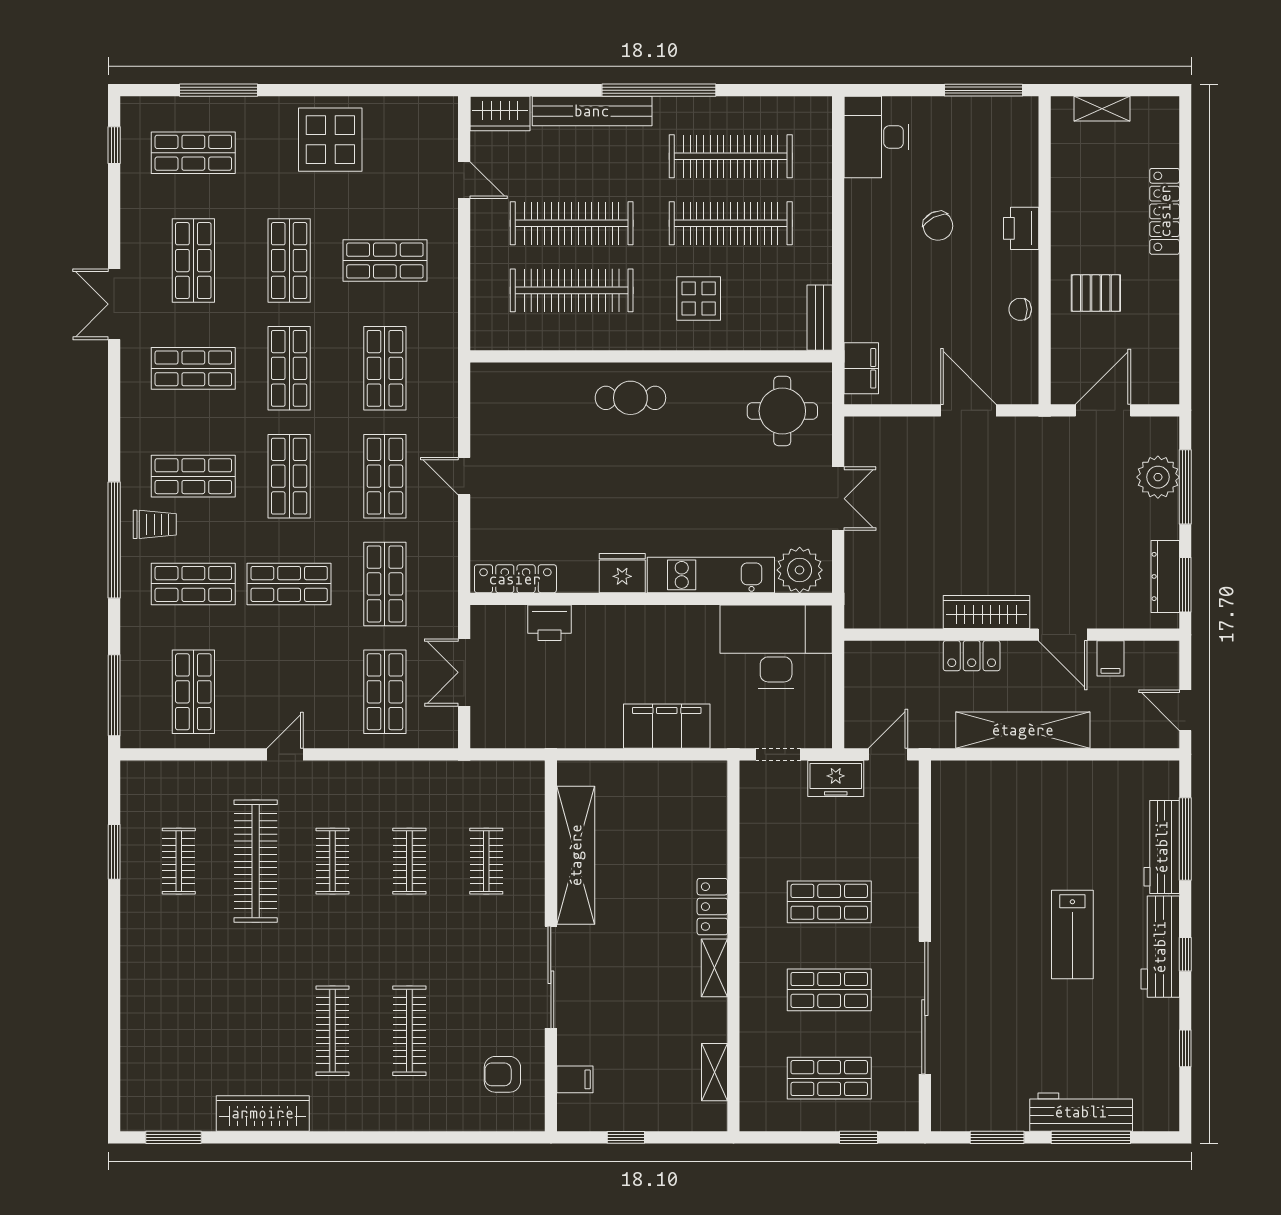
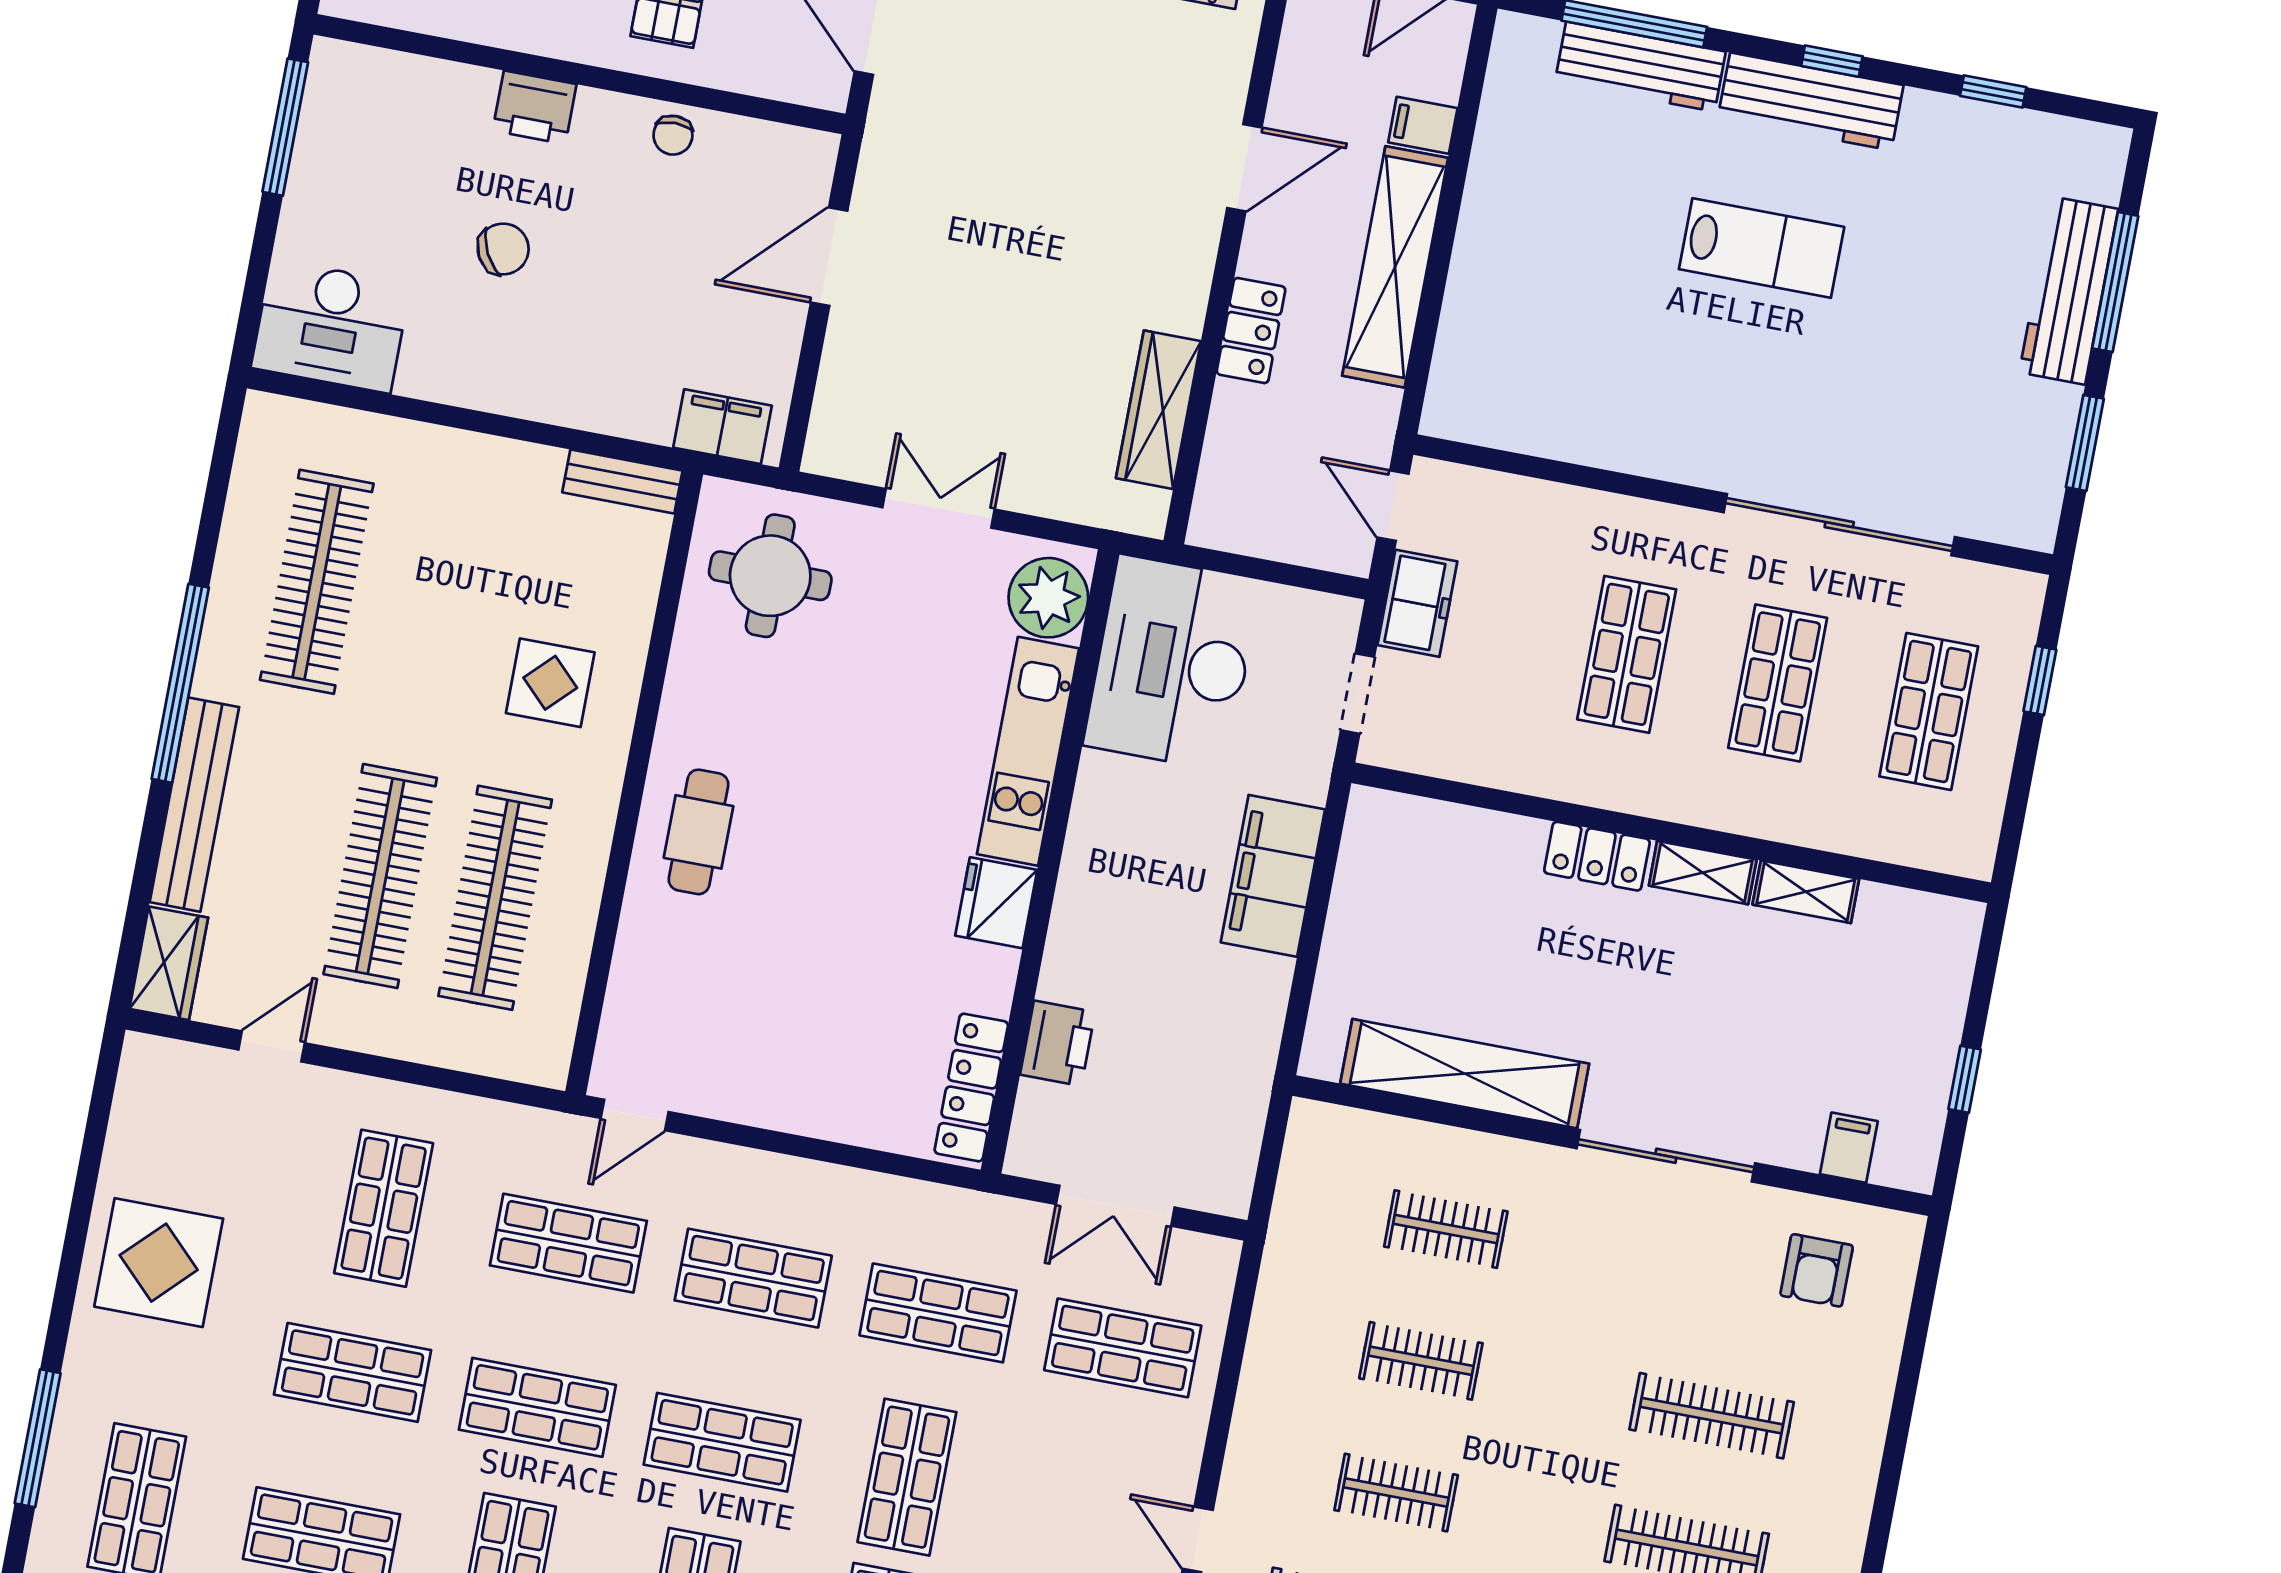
clothes rail: (731, 223) -> (432, 603), removed
door: (464, 476) -> (635, 1115), moved
wardrobe: (986, 612) -> (1158, 410), moved
filing cabinet: (1110, 658) -> (1423, 125), moved, turned 180
shelving: (715, 1072) -> (1806, 892), moved

